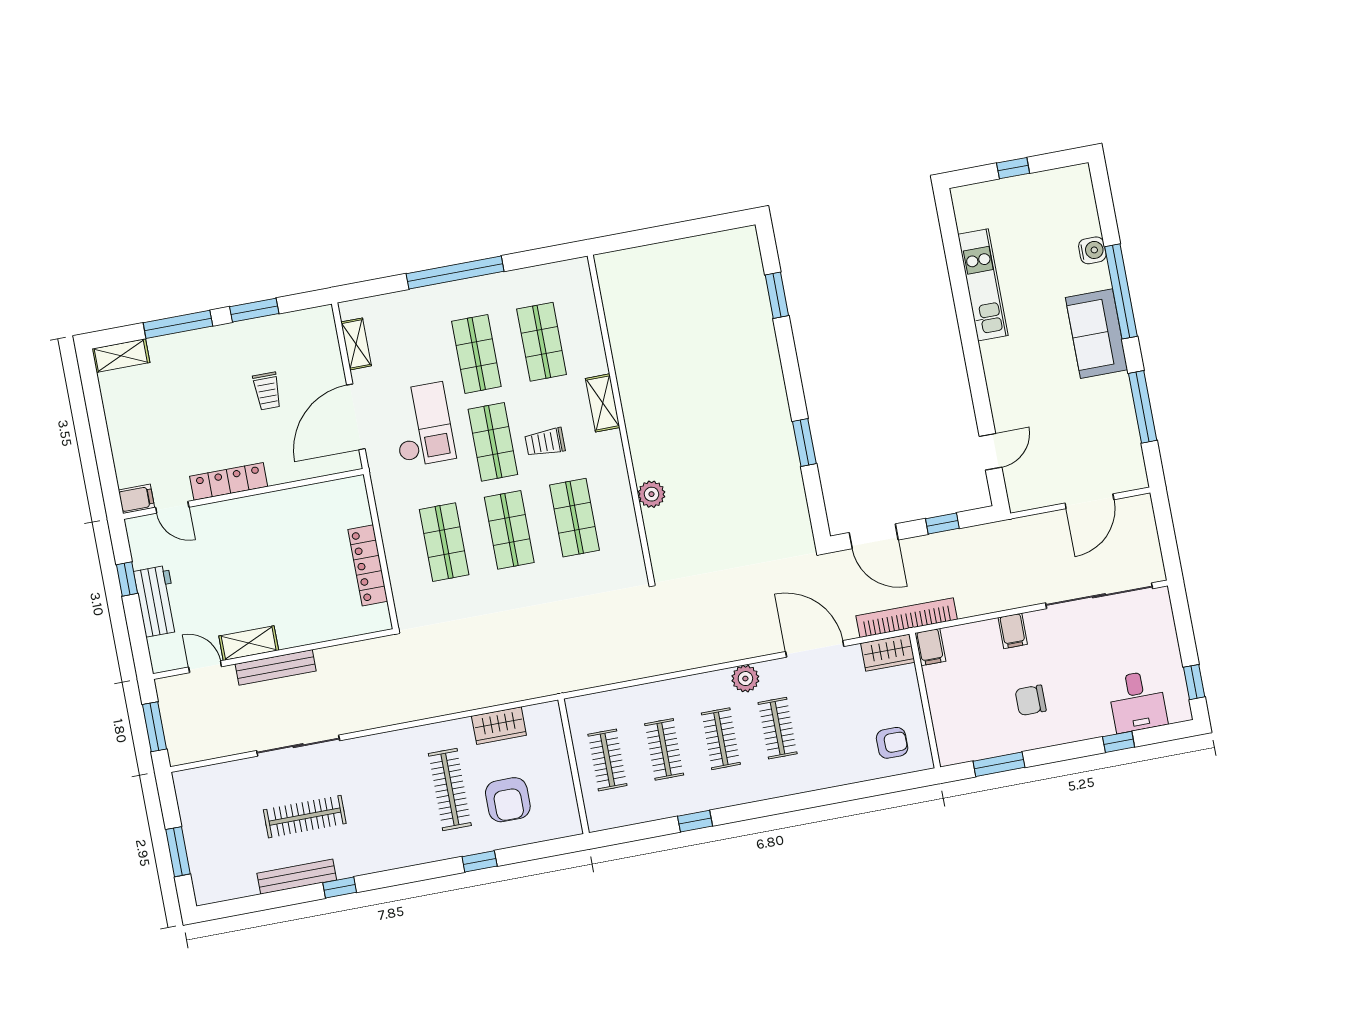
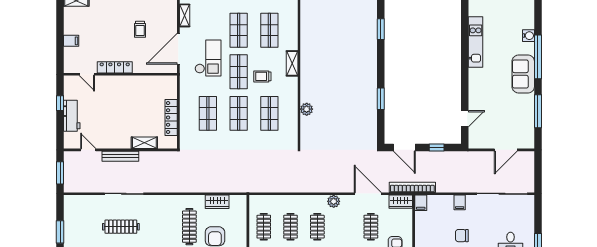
filing cabinet: (136, 499) -> (71, 41), moved
shelving: (249, 643) -> (144, 143), moved
clothes rail: (778, 728) -> (371, 227), moved

